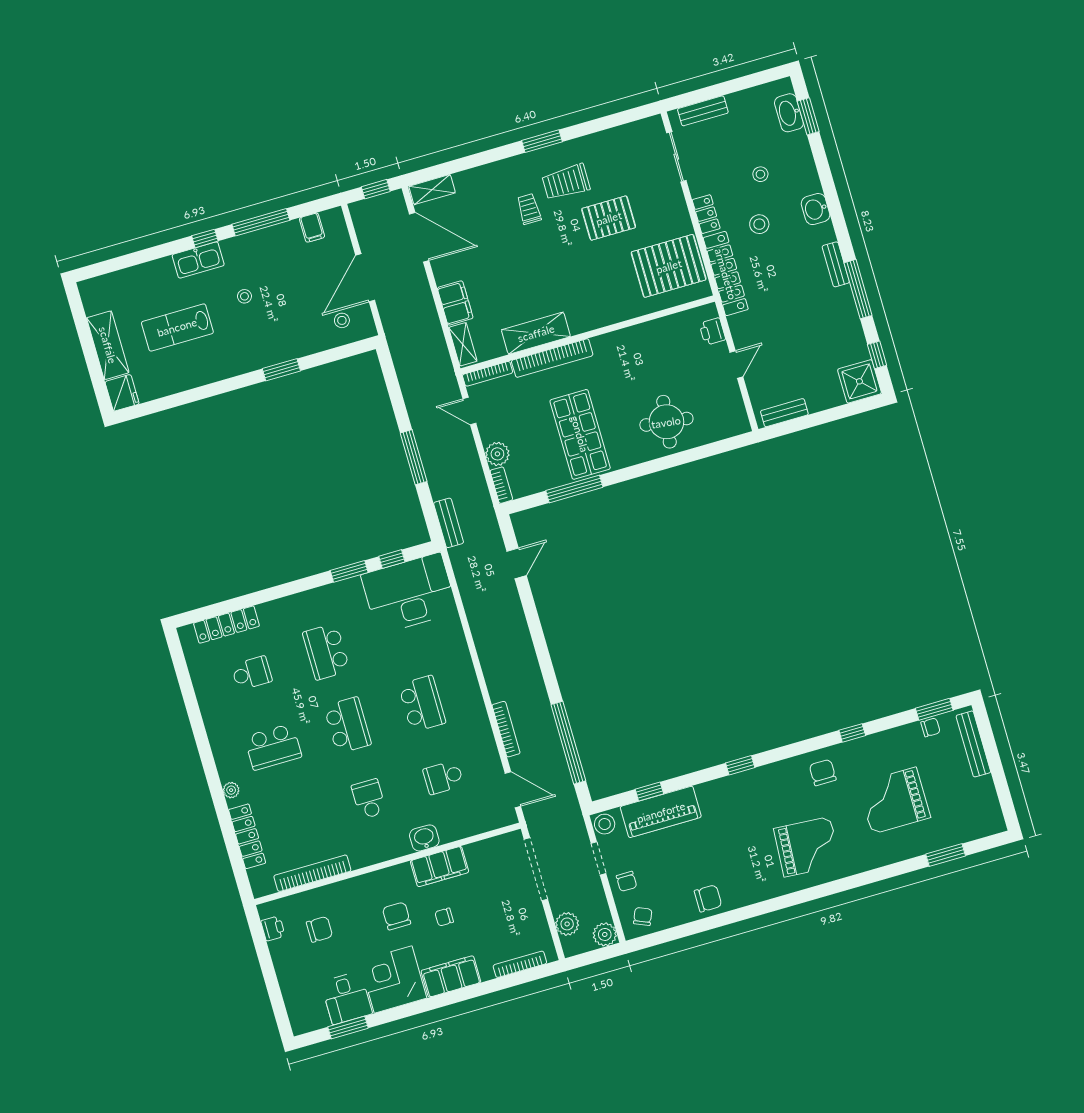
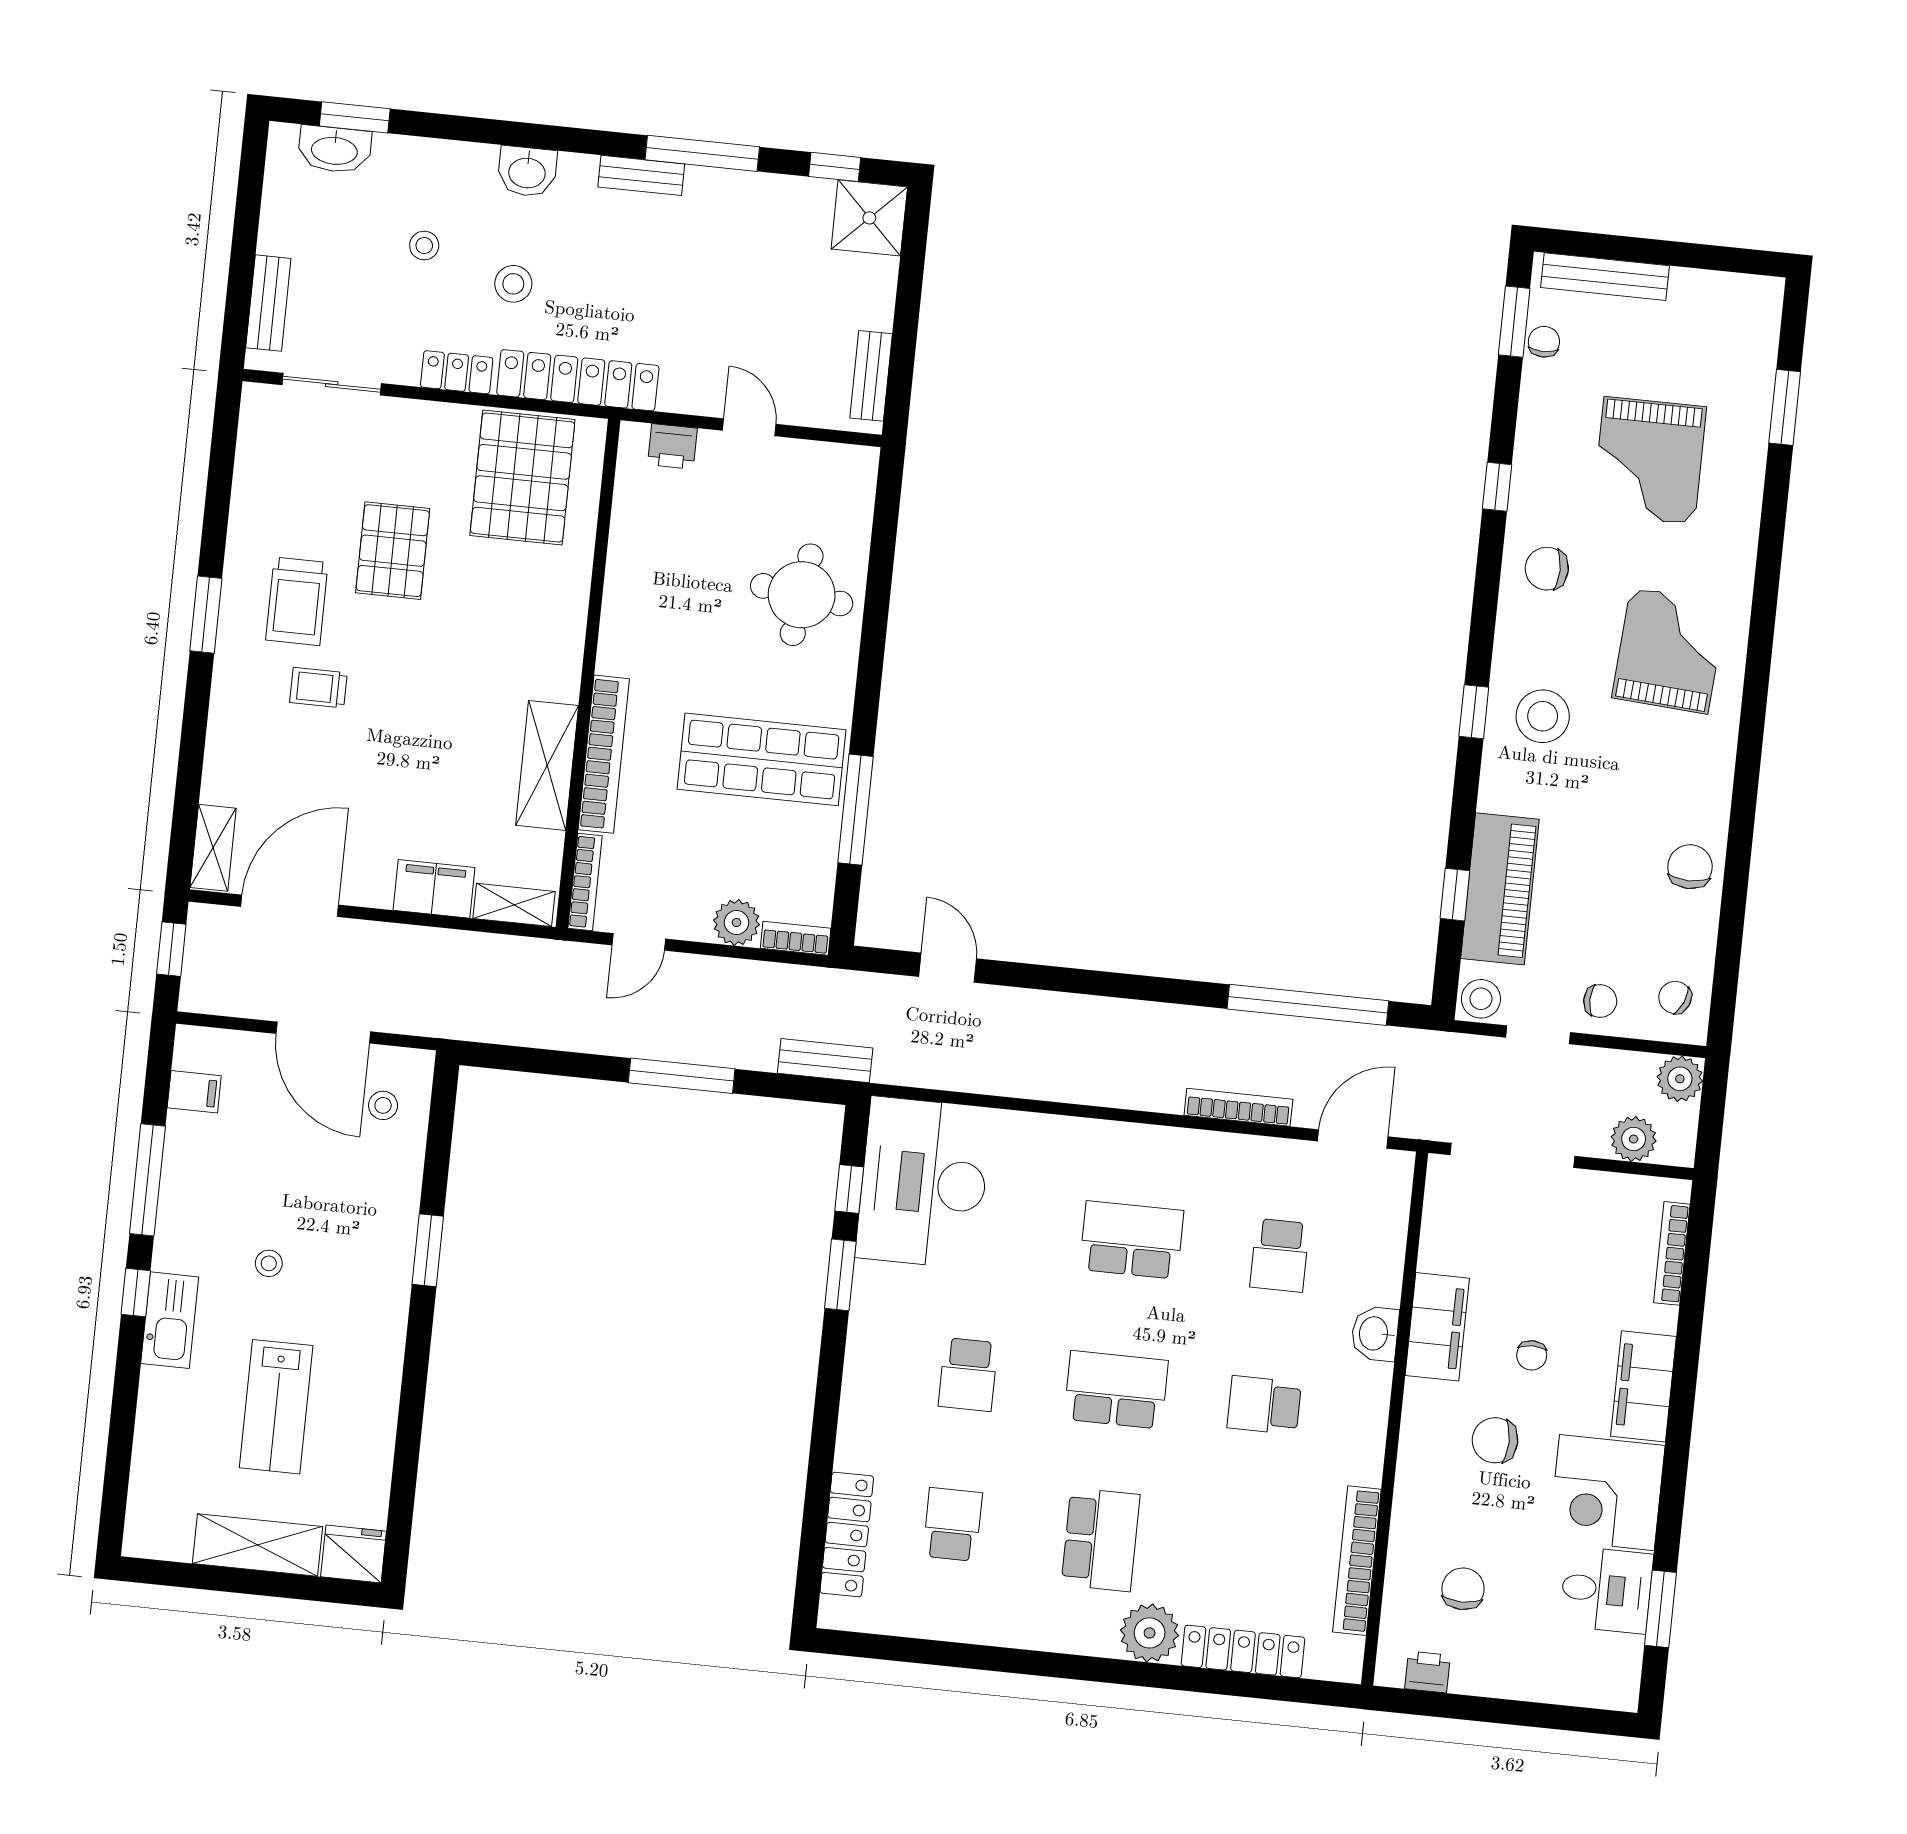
school desk: (326, 652) -> (968, 1375), width x0.54
plant: (231, 790) -> (1150, 1633), width x1.87, depth x1.87
stool: (751, 799) -> (1543, 716), added

